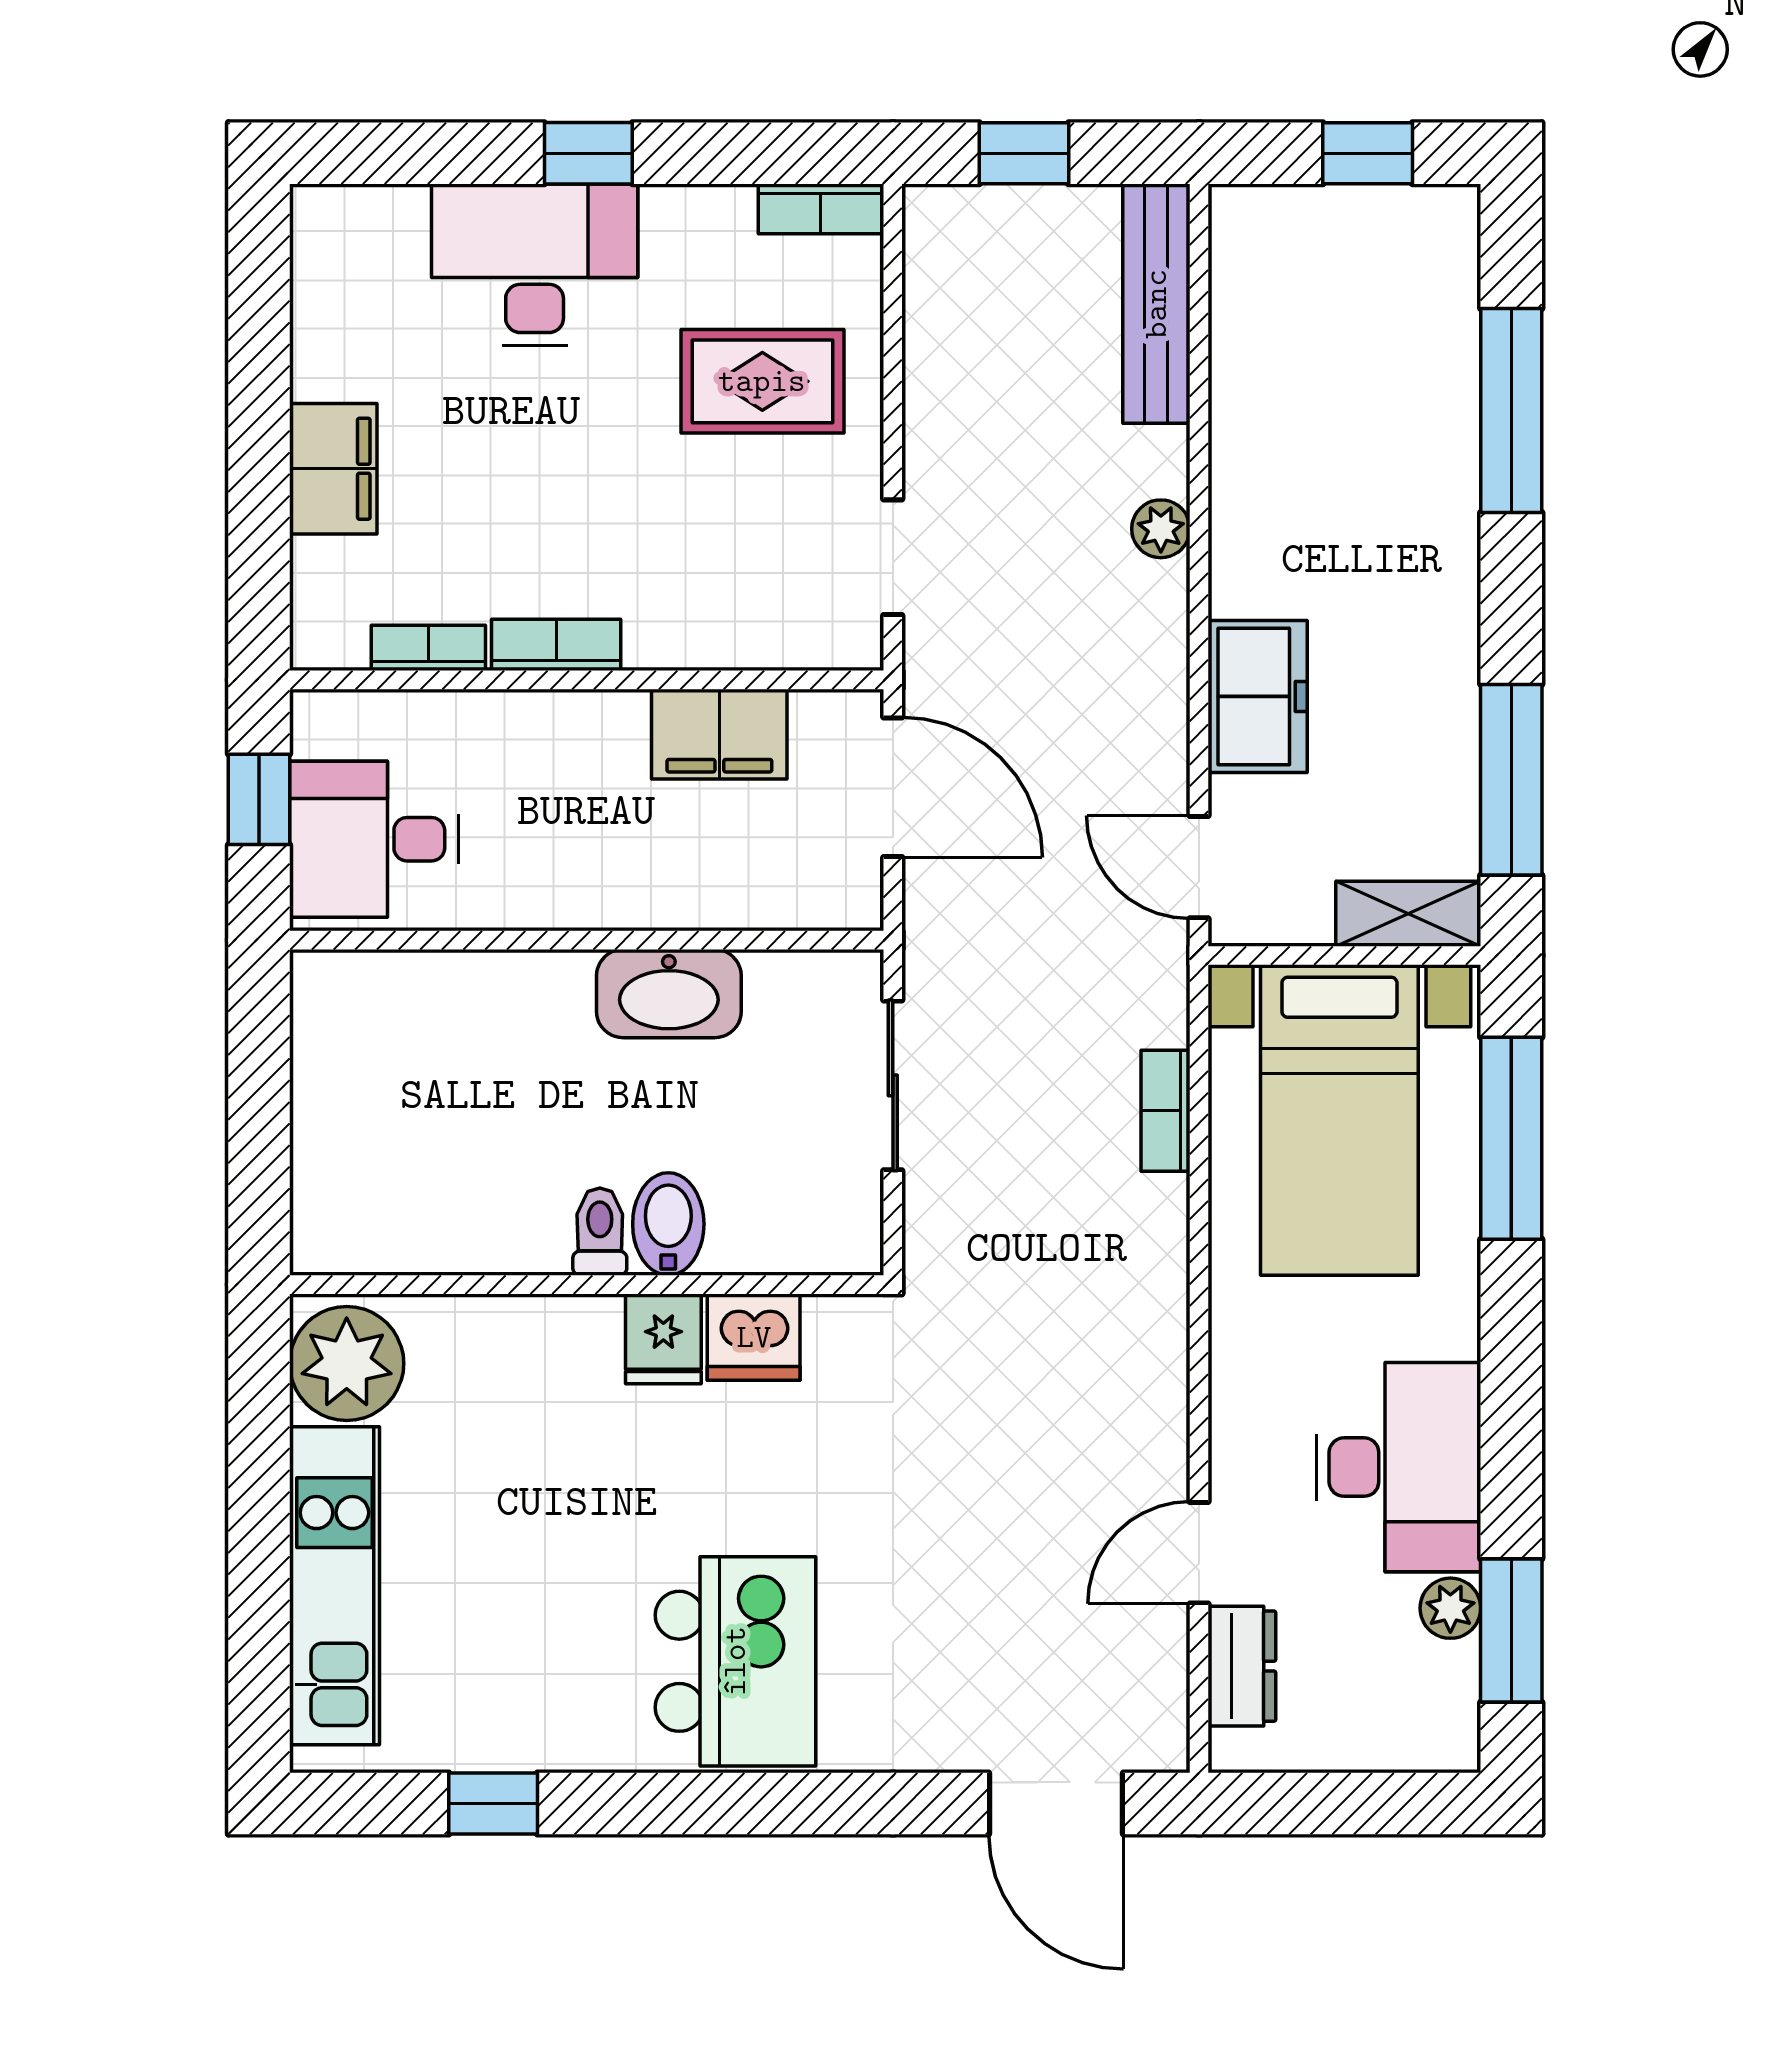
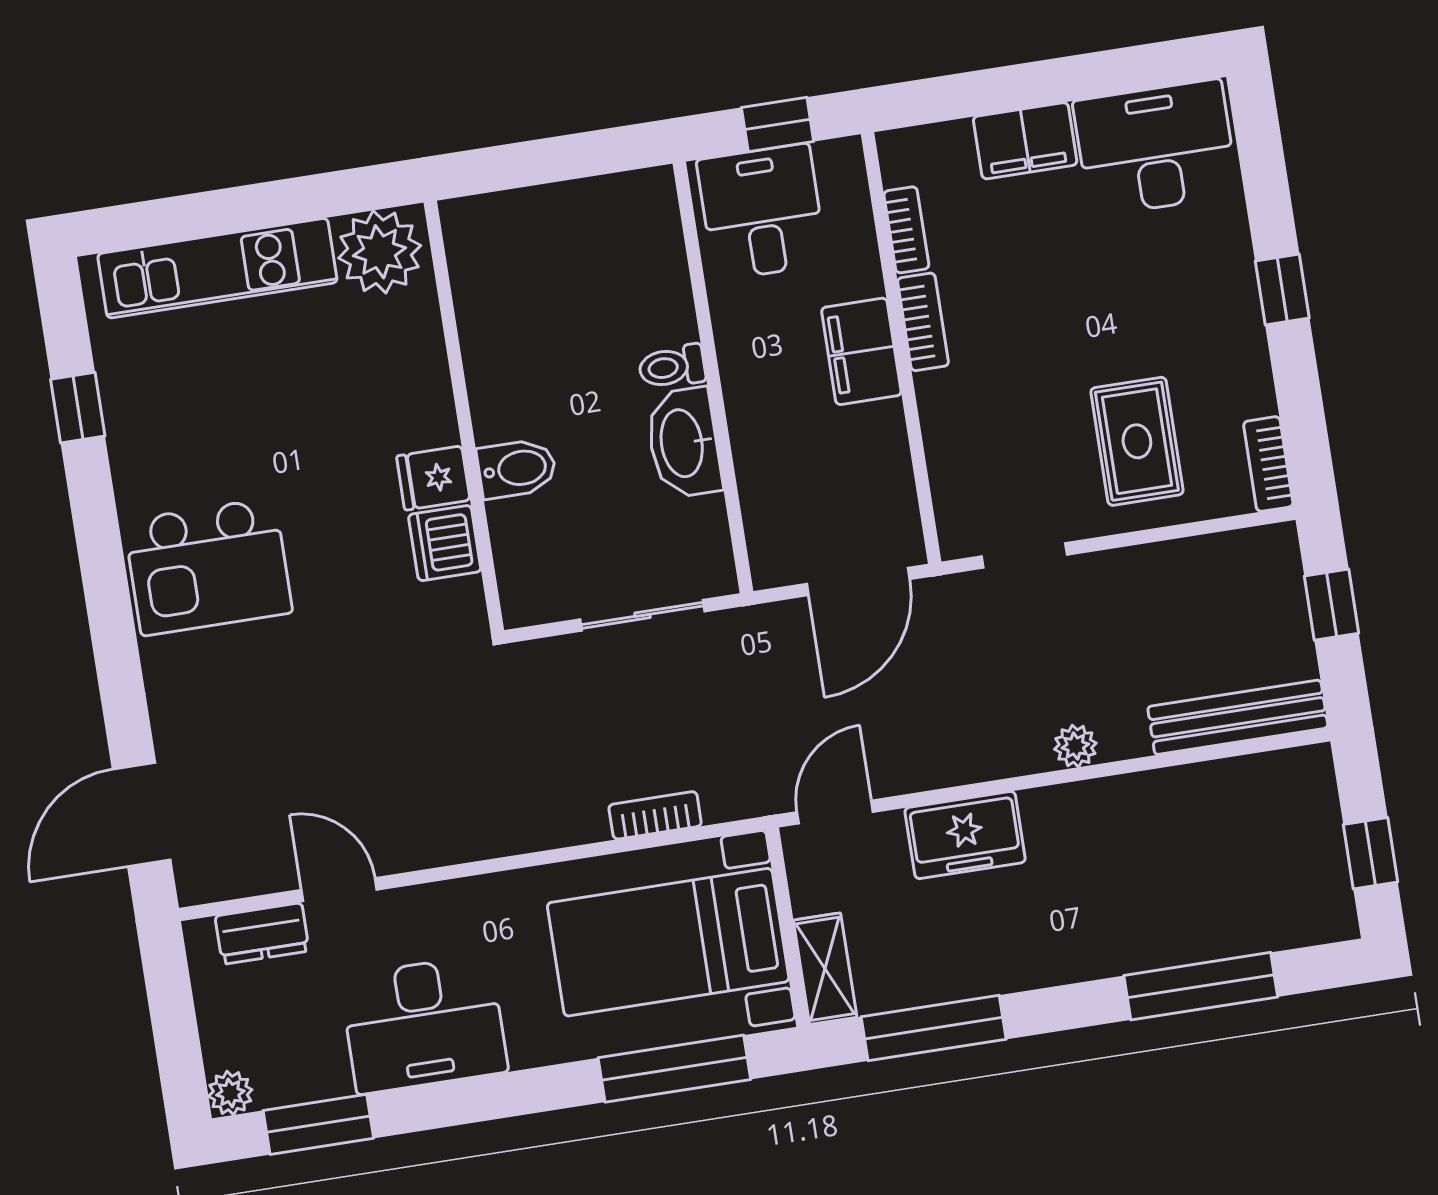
desk: (535, 265) -> (1156, 148), moved, turned -90
filing cabinet: (719, 734) -> (861, 351), moved
toilet: (600, 1232) -> (672, 367), moved, turned 180
plant: (1450, 1608) -> (230, 1093), moved

